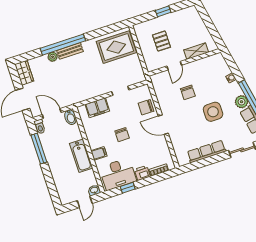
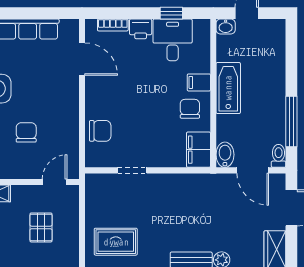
rug: (116, 47) -> (116, 242), width x0.73, depth x0.70
door: (174, 66) -> (55, 182), moved
filing cabinet: (97, 108) -> (198, 150), moved, turned -90
door: (163, 125) -> (82, 59), moved
chair: (122, 135) -> (190, 109), moved
desk: (118, 174) -> (173, 40), width x0.73

